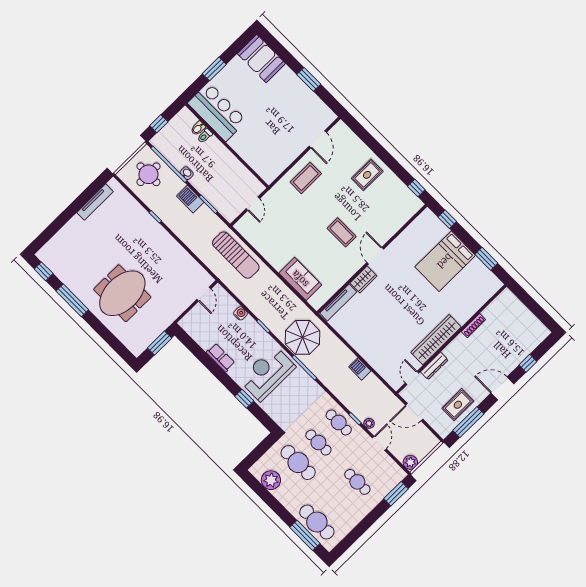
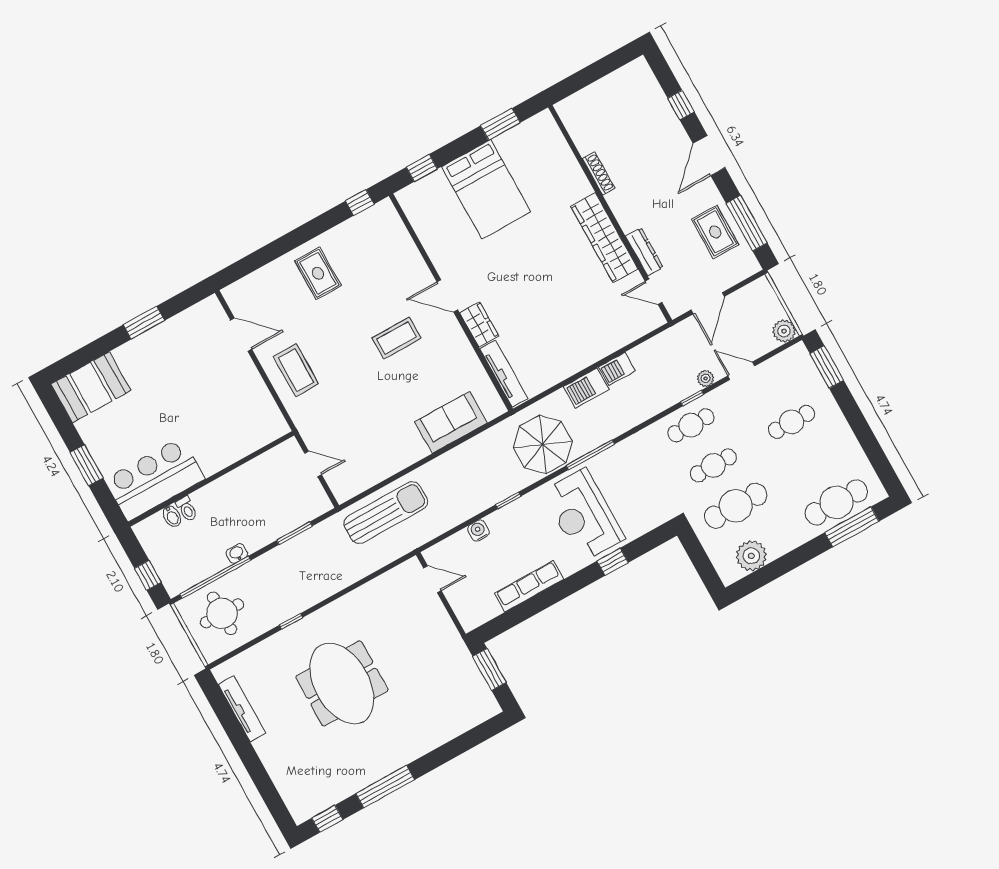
barbecue: (190, 199) -> (586, 388), moved
meeting table: (122, 293) -> (342, 683), moved
row of seats: (221, 358) -> (529, 586), width x1.48

